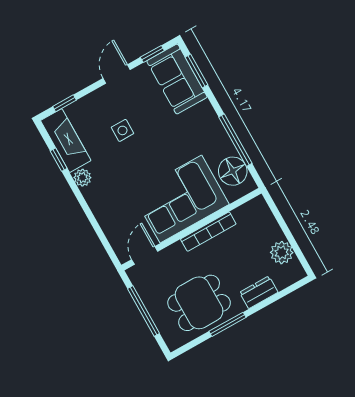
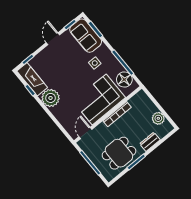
side table: (122, 130) -> (95, 63), moved
plant: (82, 178) -> (51, 98), width x1.88, depth x1.88

